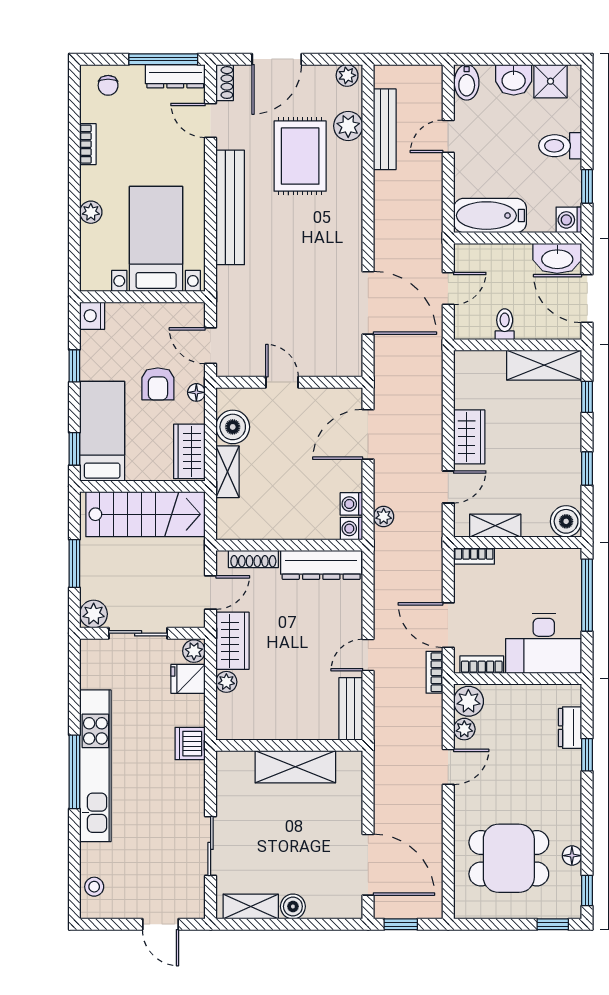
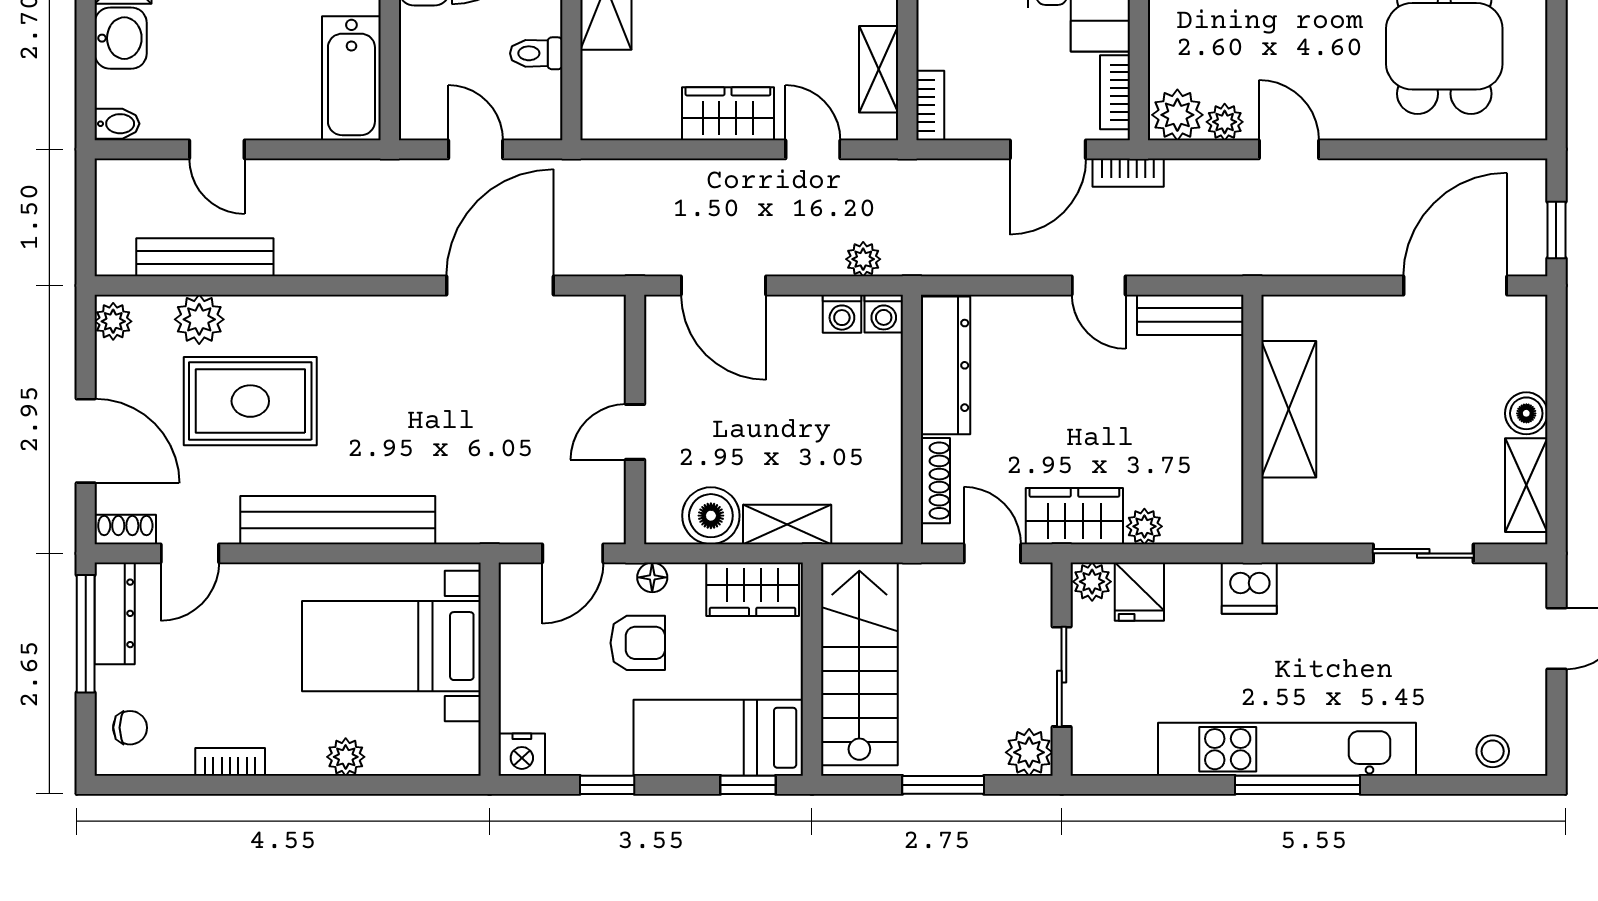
bidet: (467, 82) -> (117, 124), width x0.72, depth x0.74

